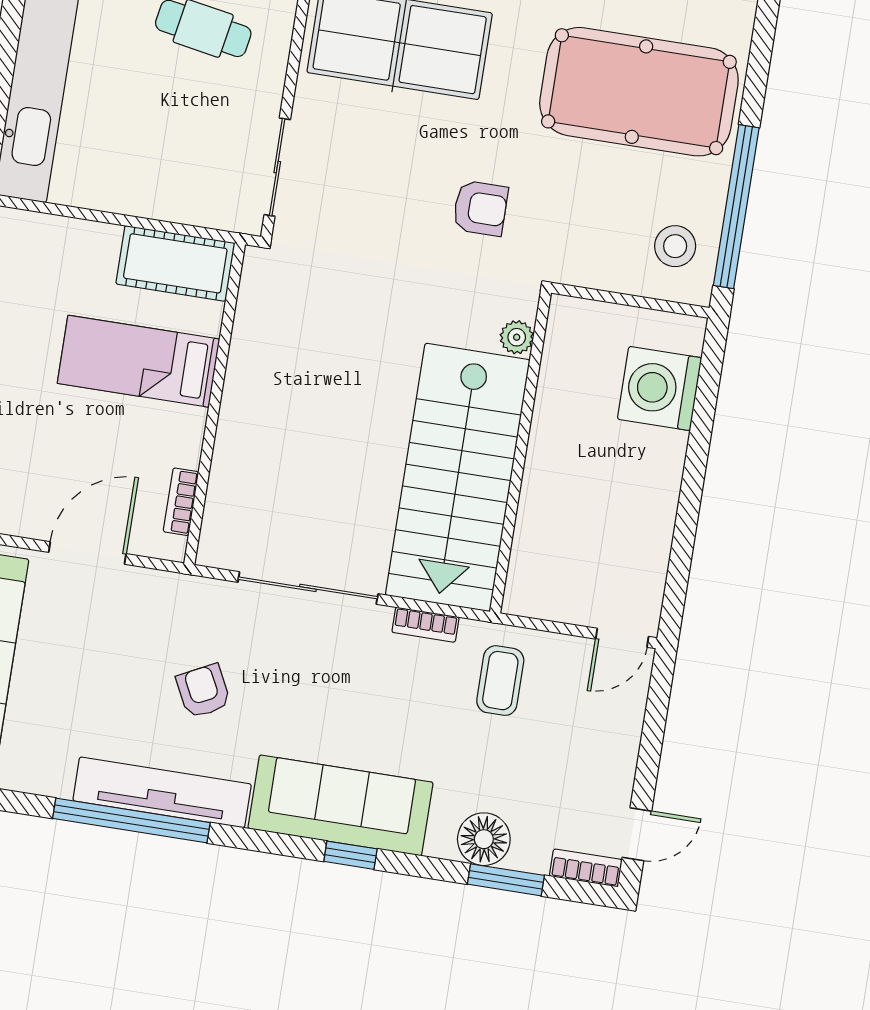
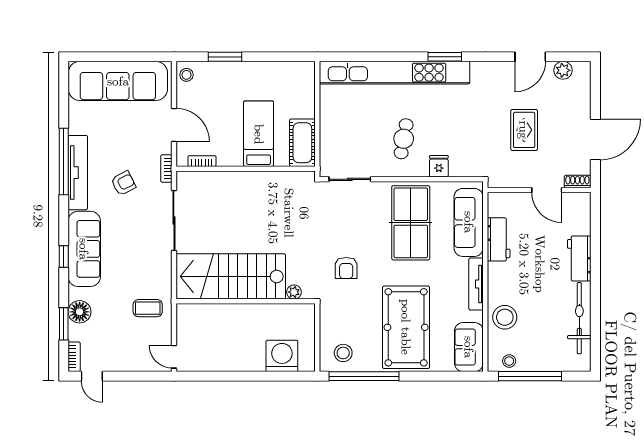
bookcase: (425, 625) -> (166, 168), moved

